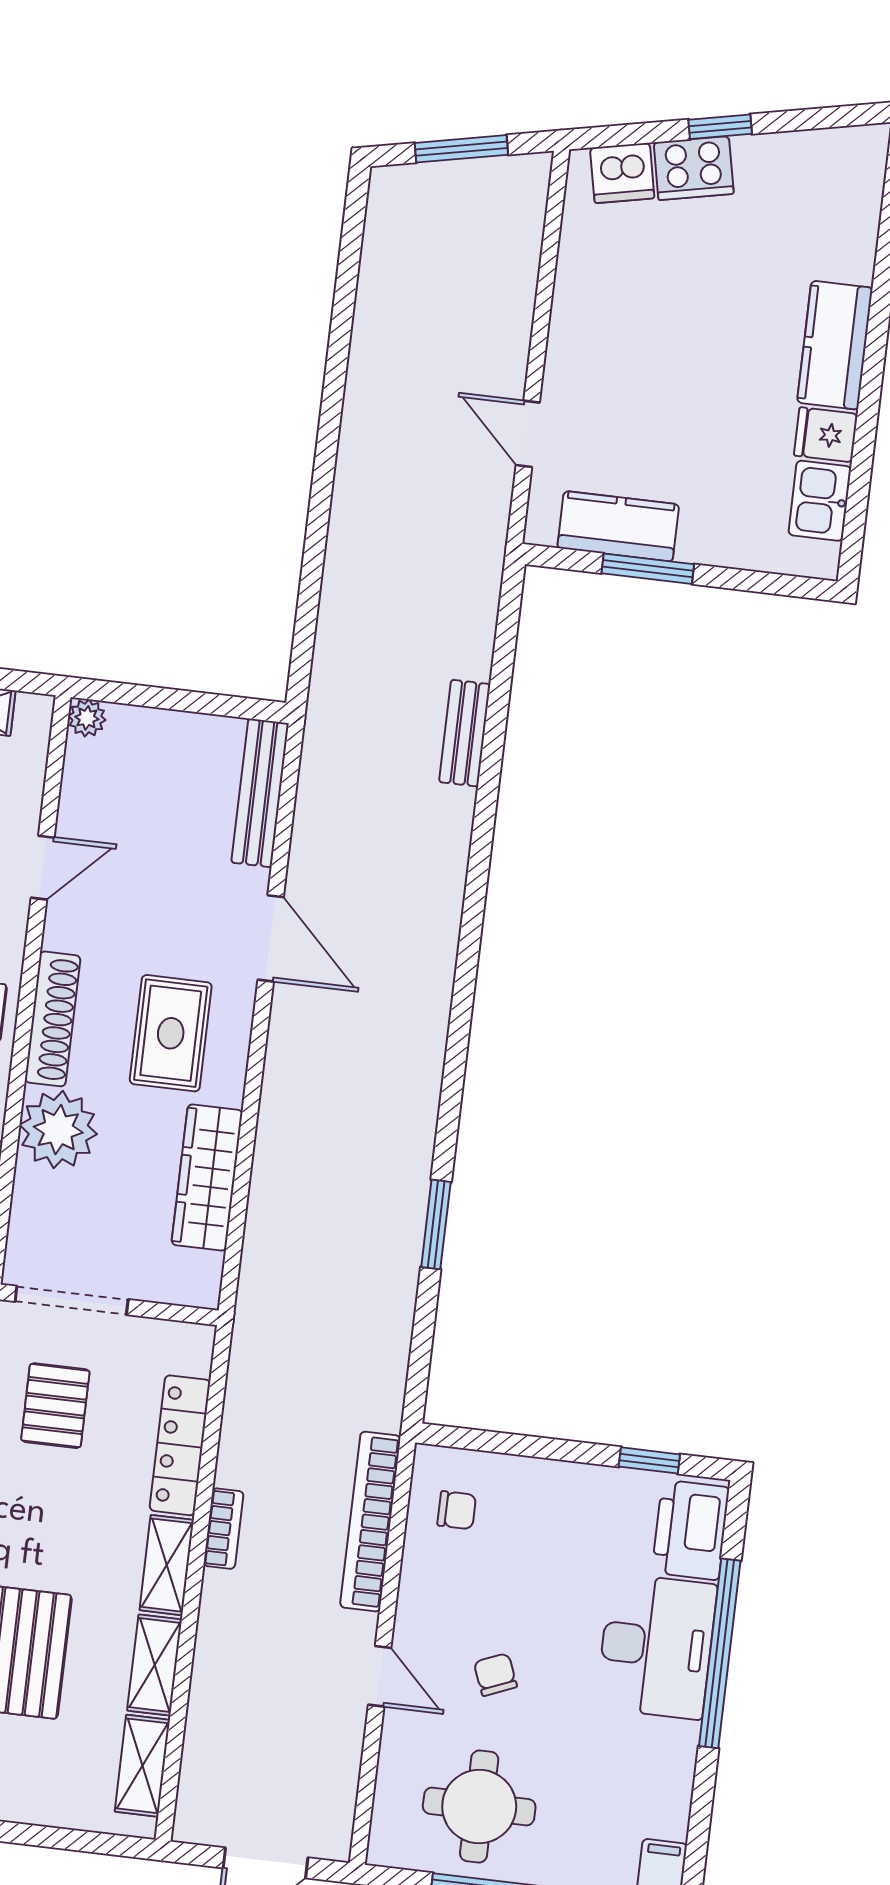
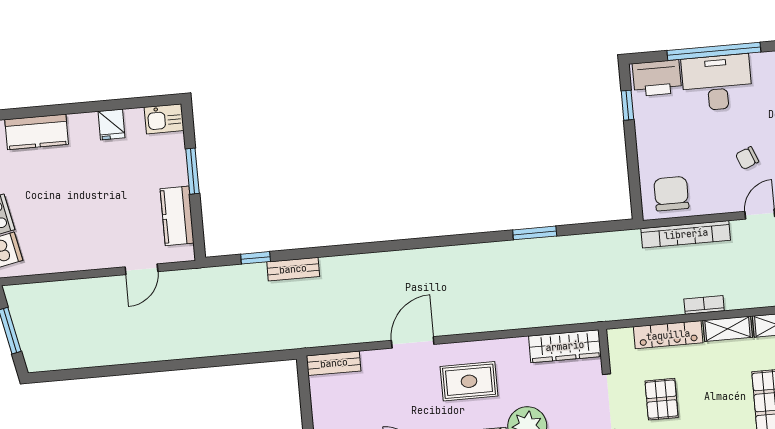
kitchen counter: (835, 345) -> (37, 132), moved
kitchen sink: (820, 501) -> (164, 119), moved
window: (648, 569) -> (192, 171), moved
window: (503, 664) -> (256, 258), added
bench: (260, 793) -> (334, 363), width x0.73
wardrobe: (207, 1178) -> (565, 346), moved
pallet: (55, 1406) -> (662, 399), turned 90
chair: (457, 1510) -> (671, 194), width x1.87, depth x1.87

